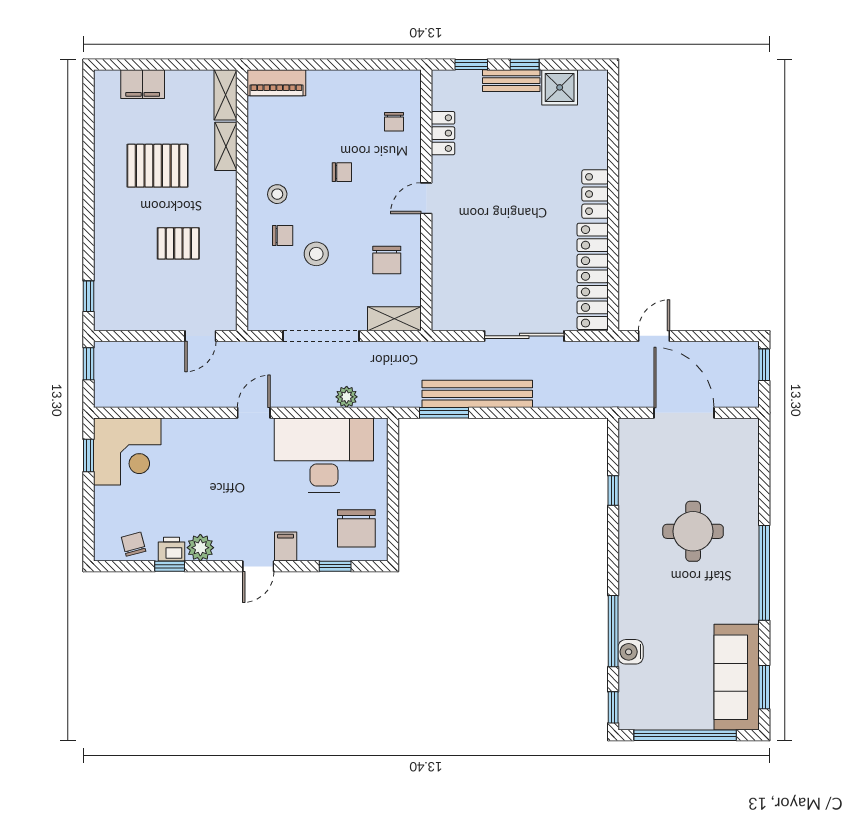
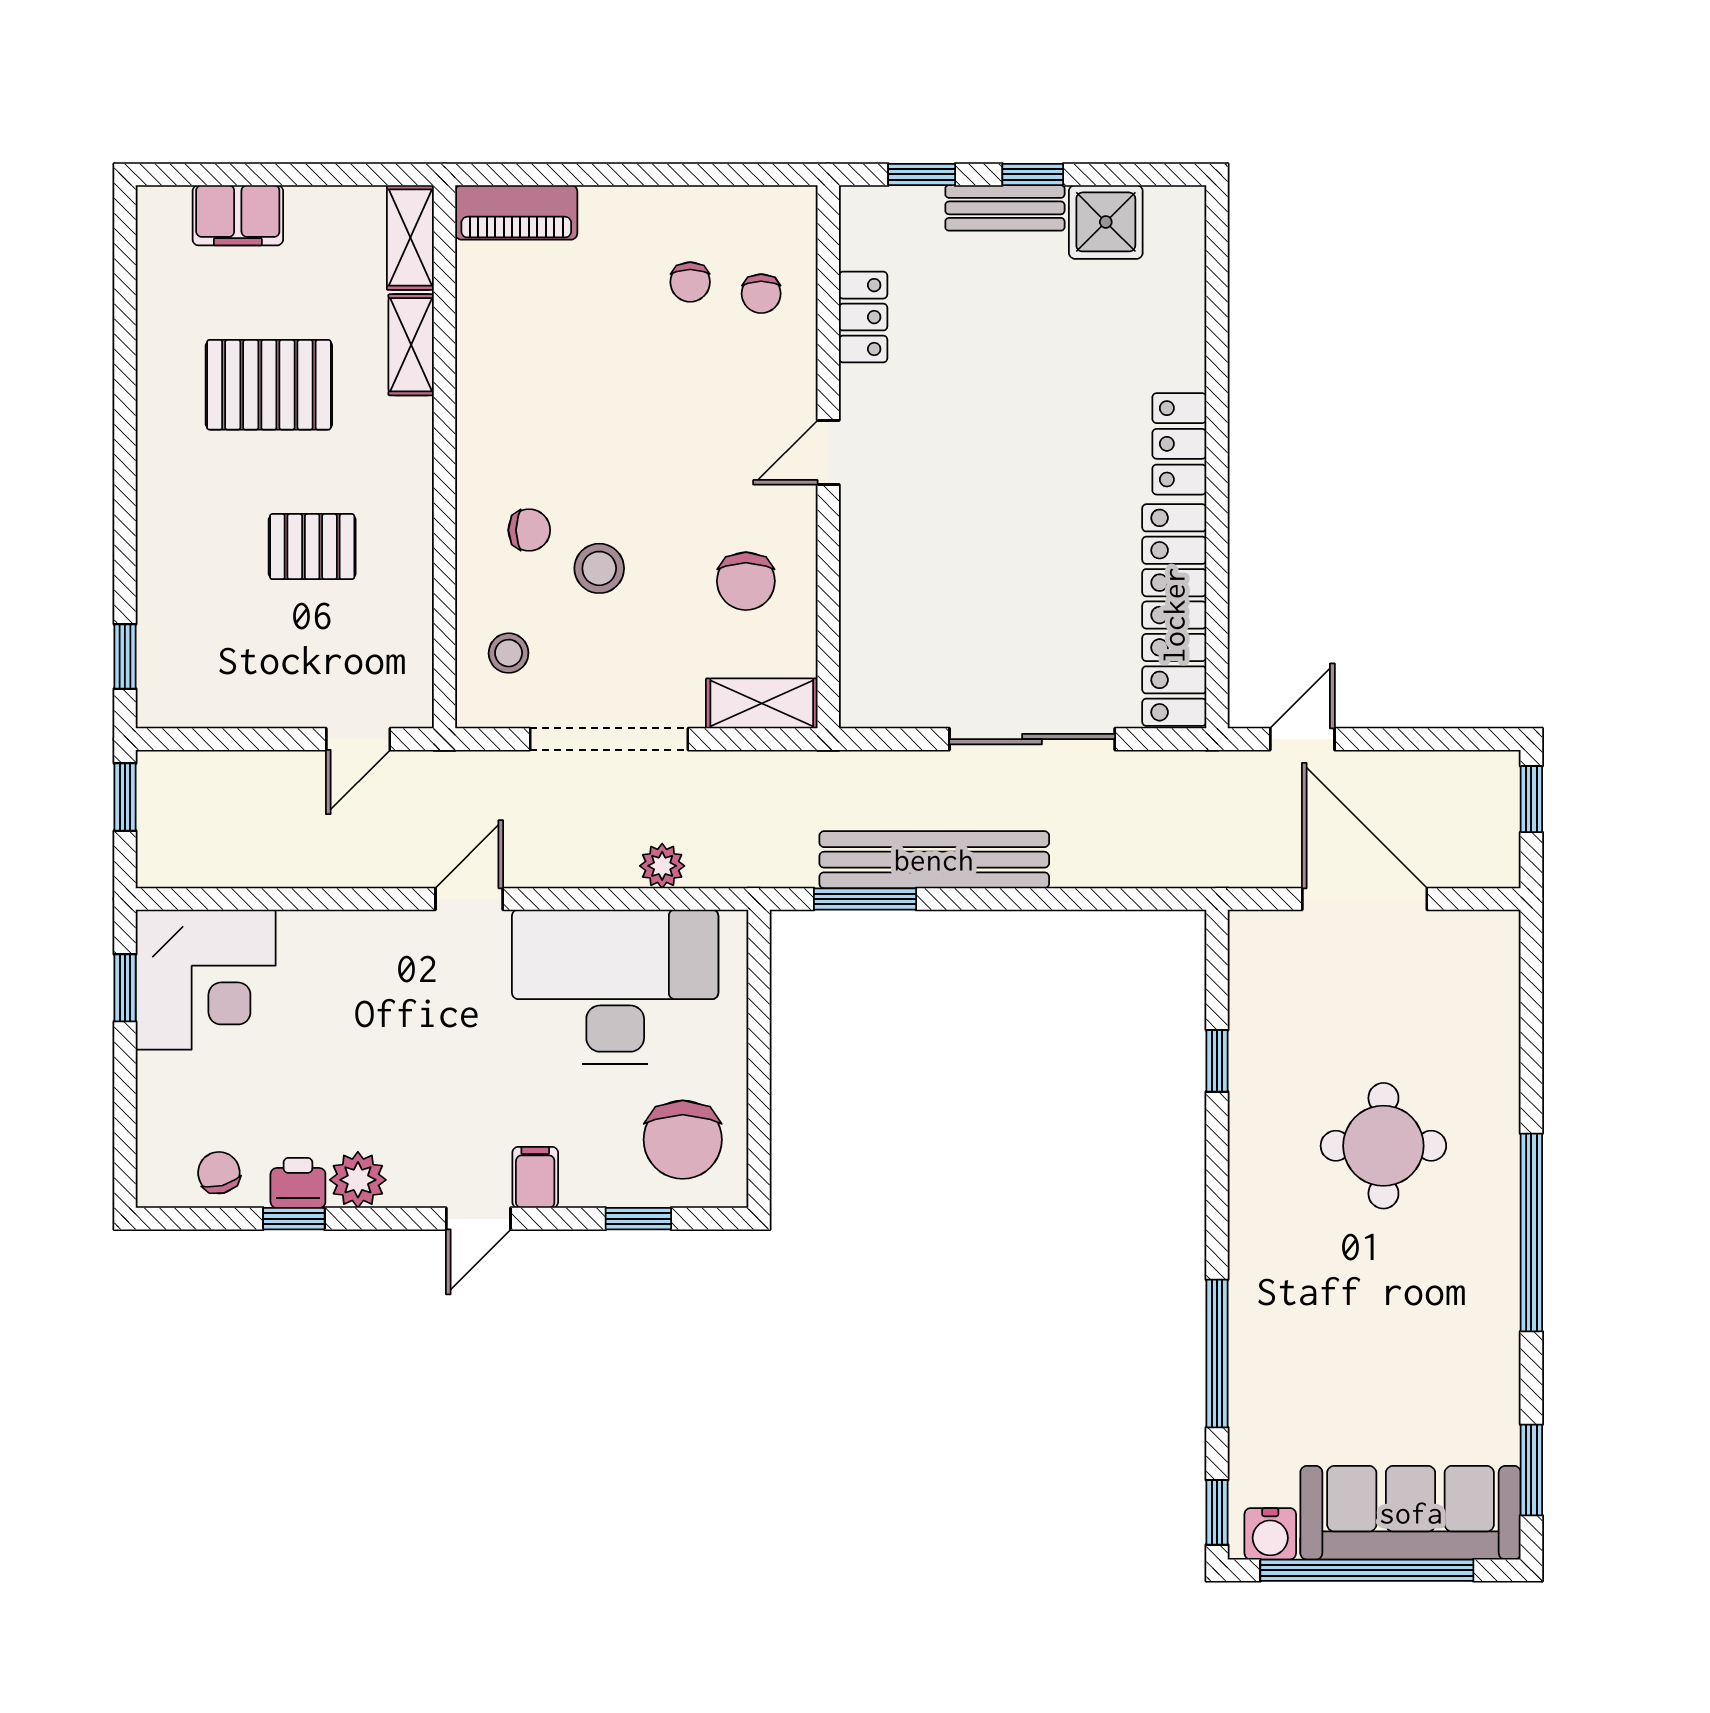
chair: (342, 172) -> (690, 282), moved, turned 90
stool: (277, 194) -> (509, 653), moved
water cooler: (631, 652) -> (1270, 1534), moved, turned -90
sofa: (737, 677) -> (1411, 1513), moved, turned 90

